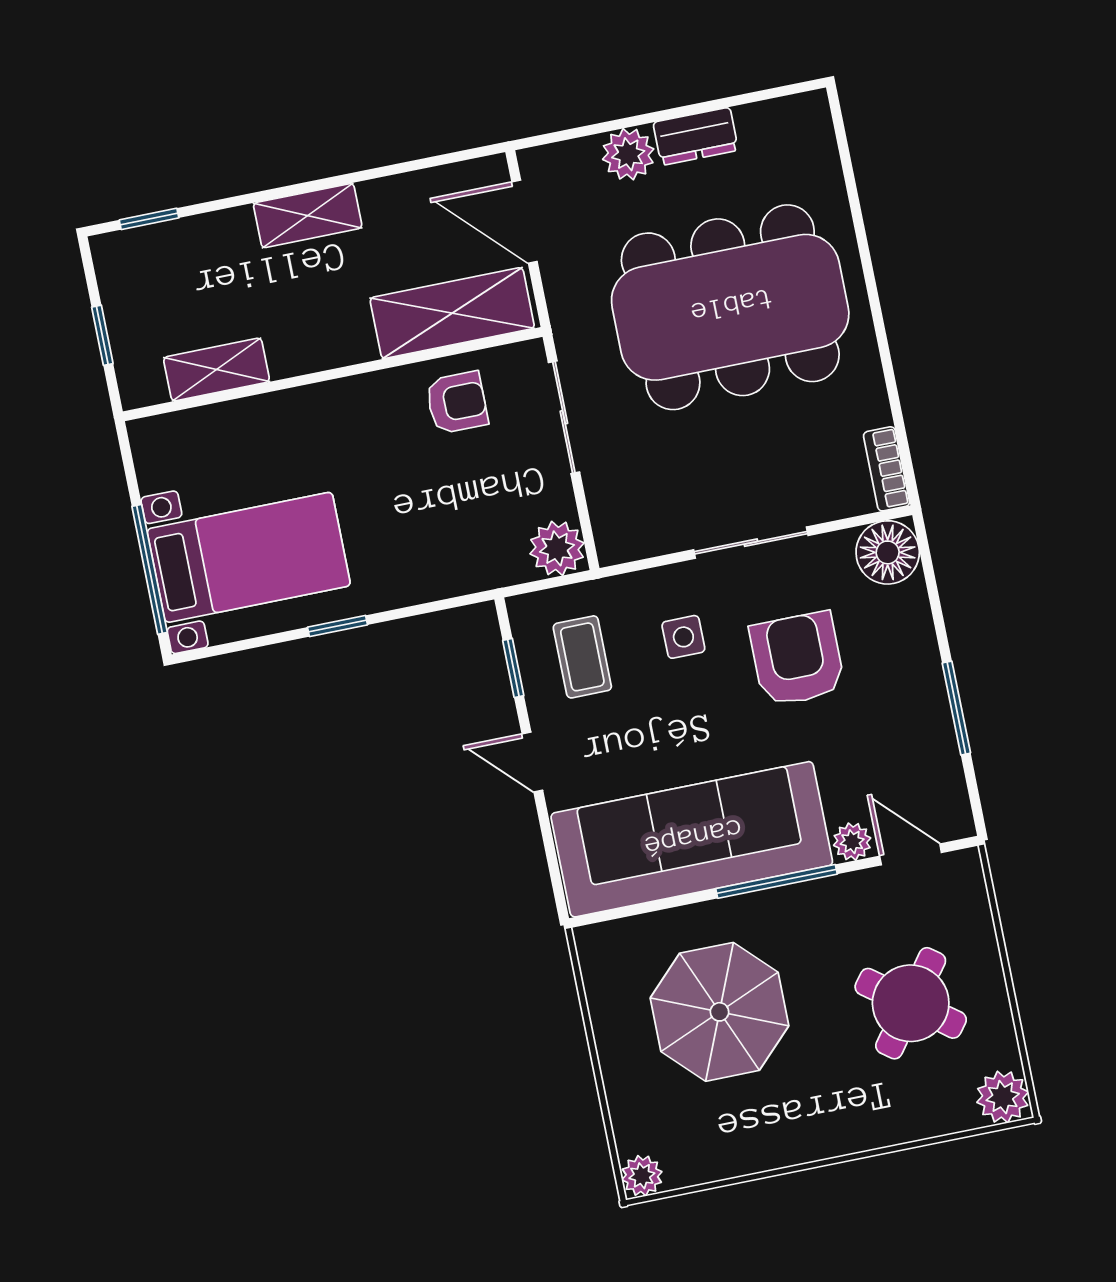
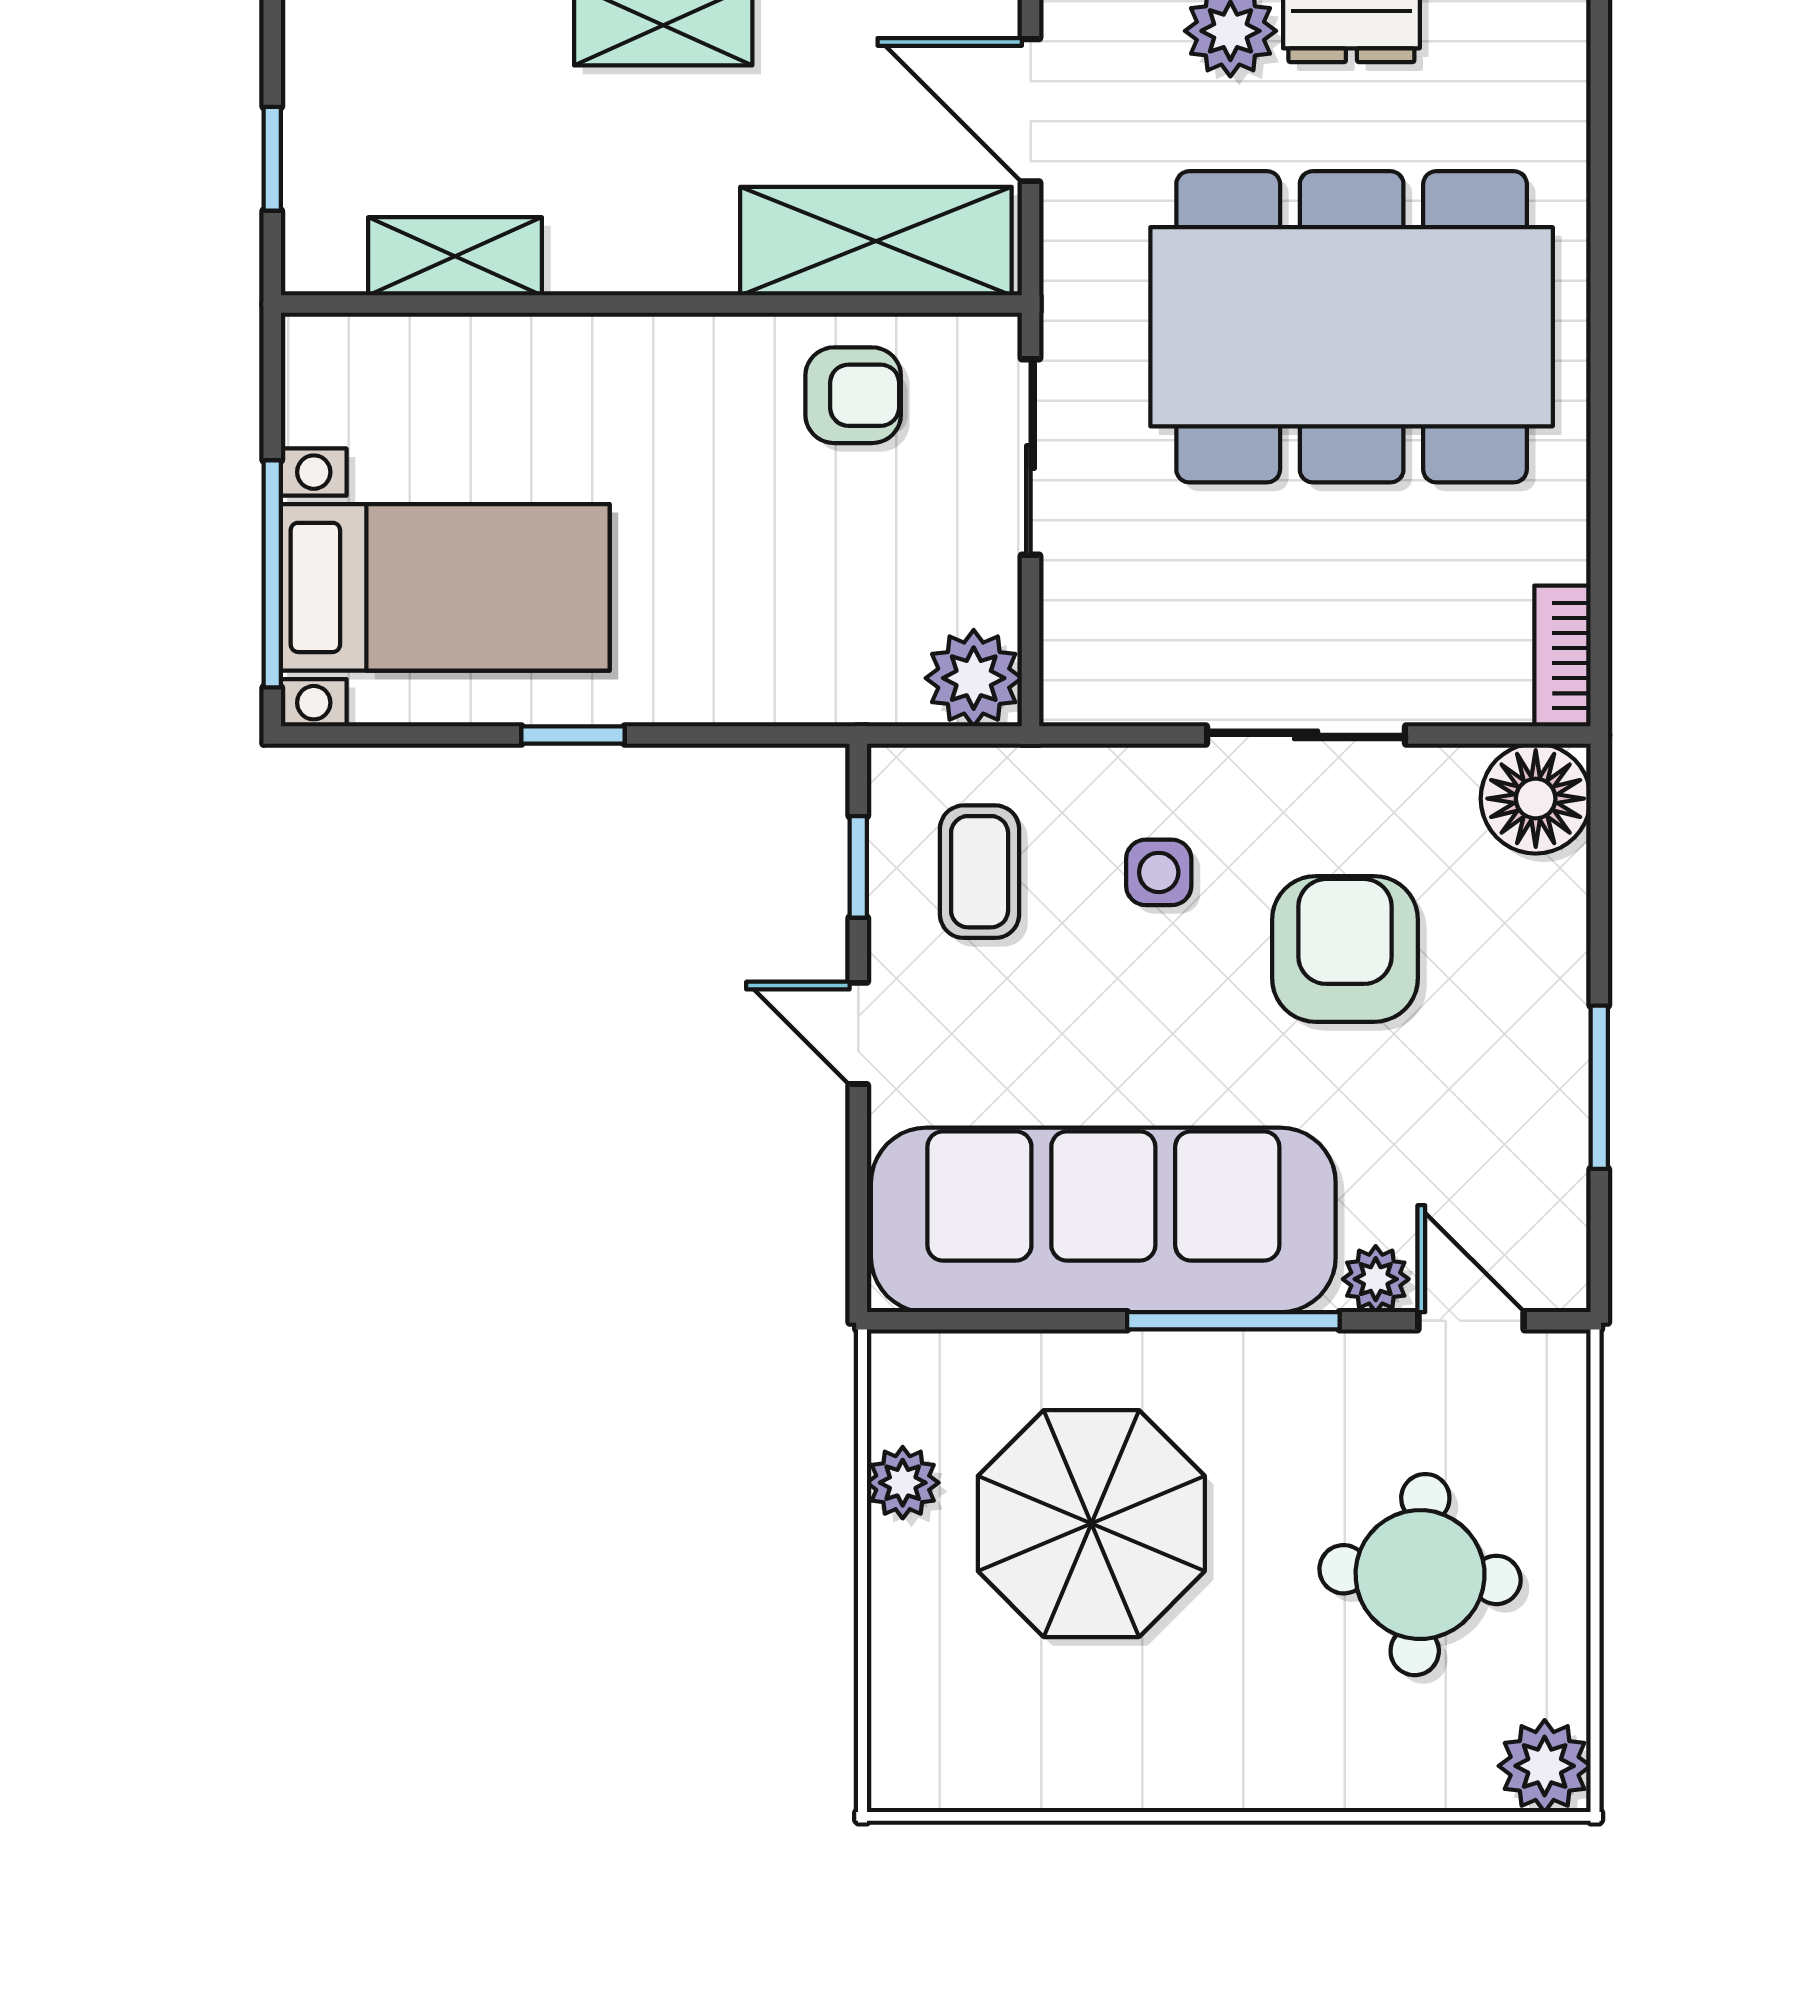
round table: (911, 1003) -> (1420, 1575), turned -33
plant: (642, 1176) -> (903, 1483), moved

